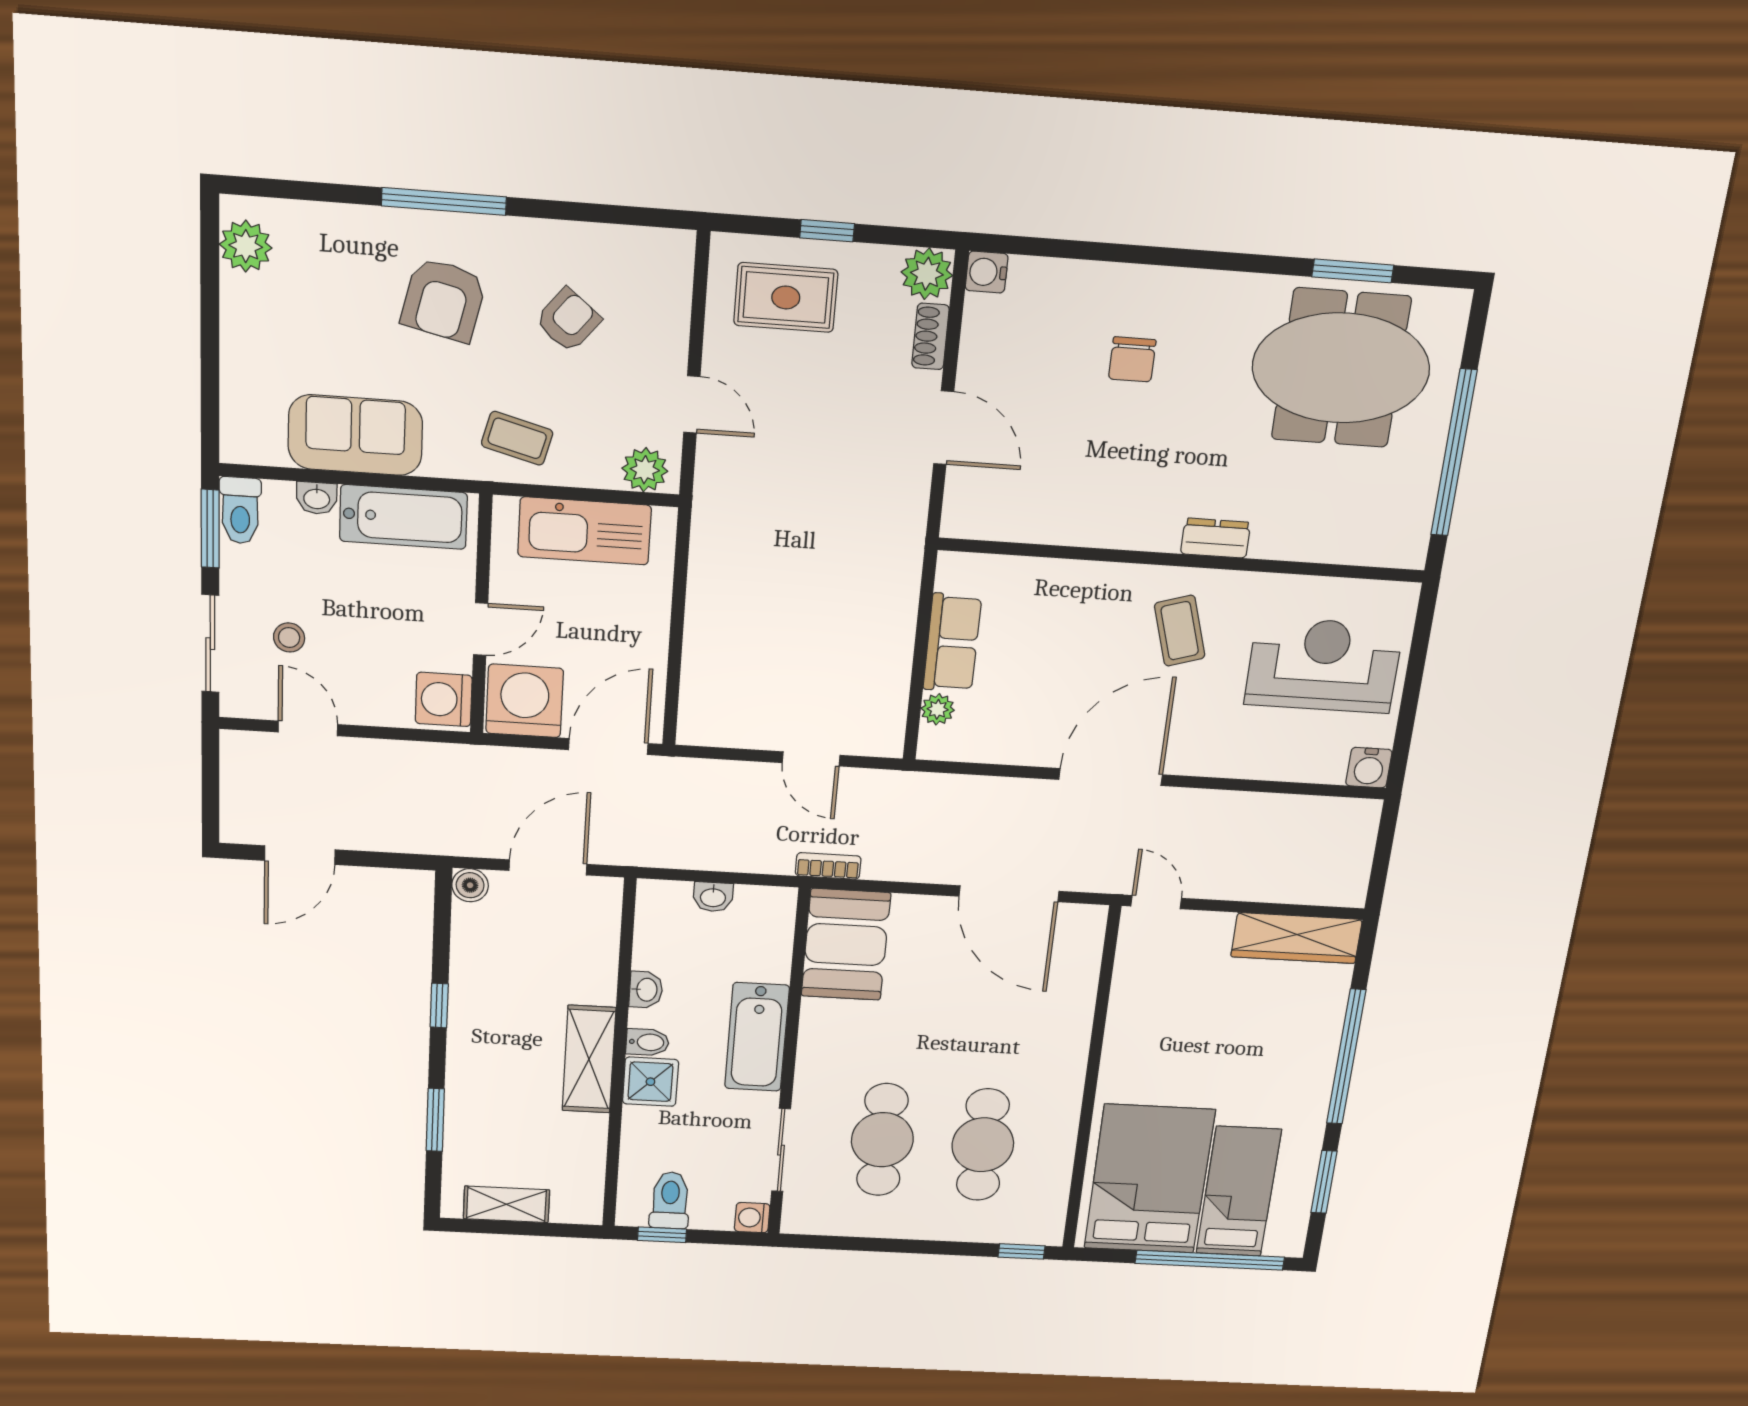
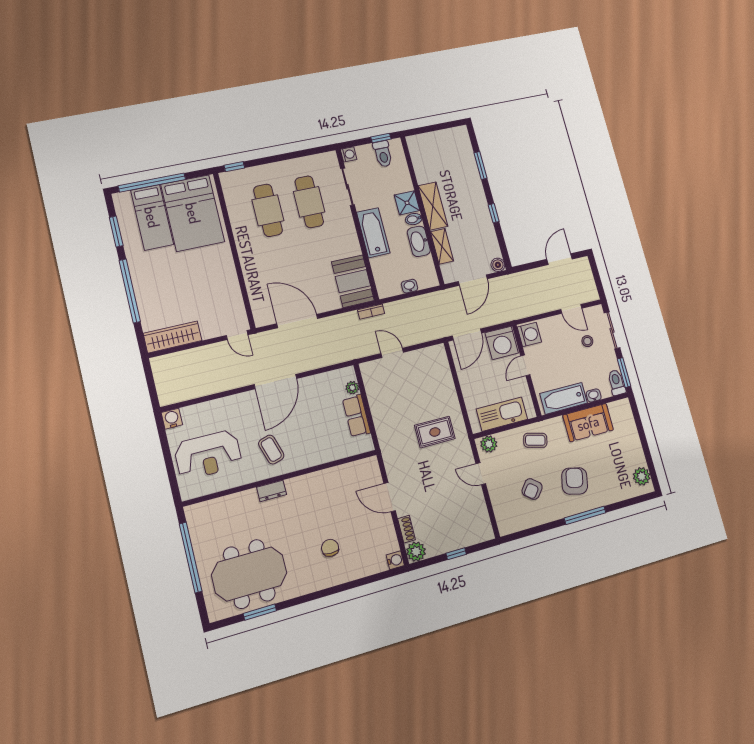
rug: (786, 297) -> (435, 432), moved
washbasin: (646, 990) -> (419, 241), width x1.91, depth x1.45
shelving: (506, 1204) -> (442, 246), moved, turned 90

